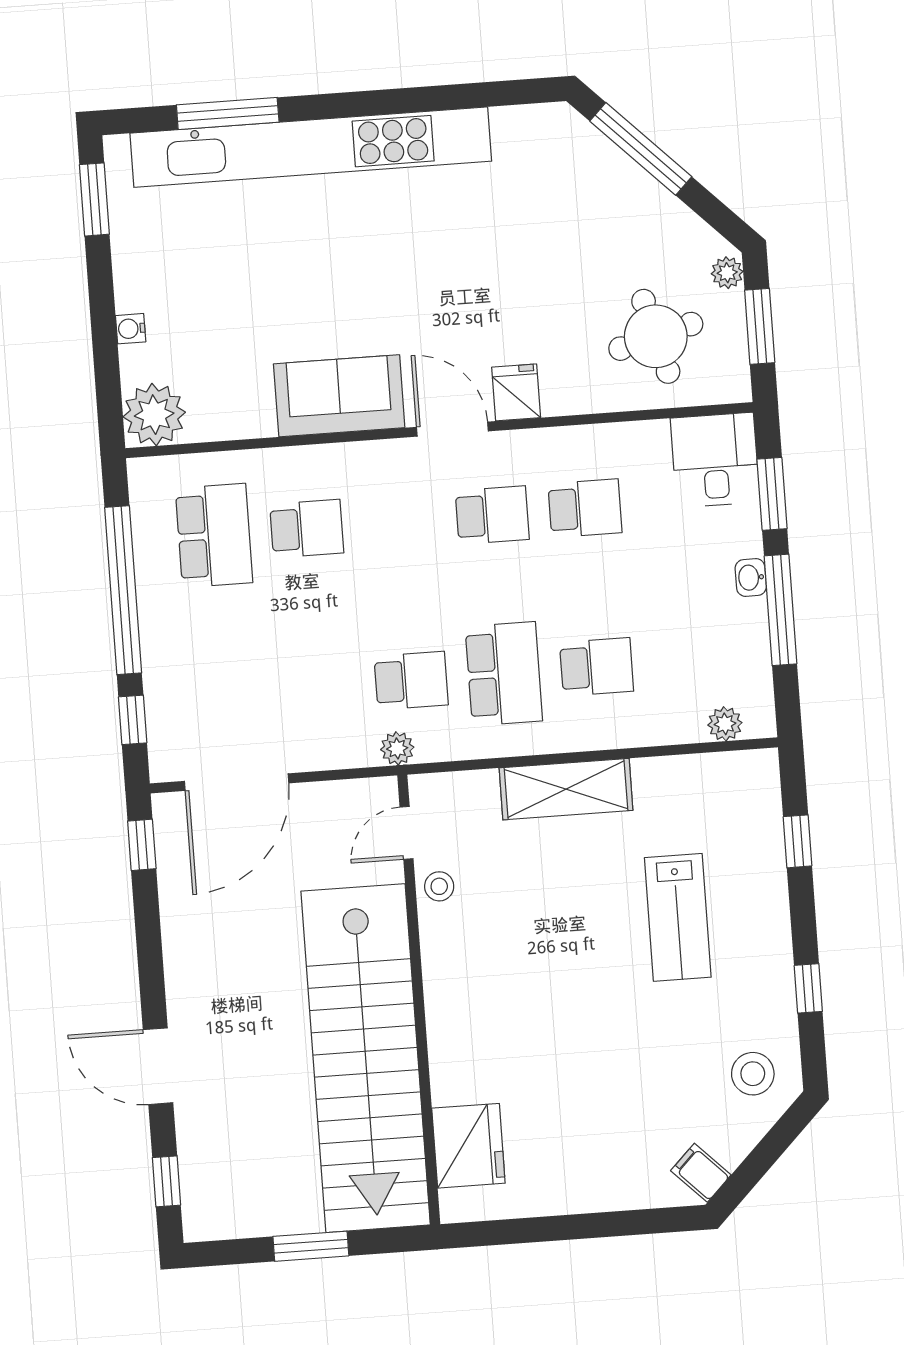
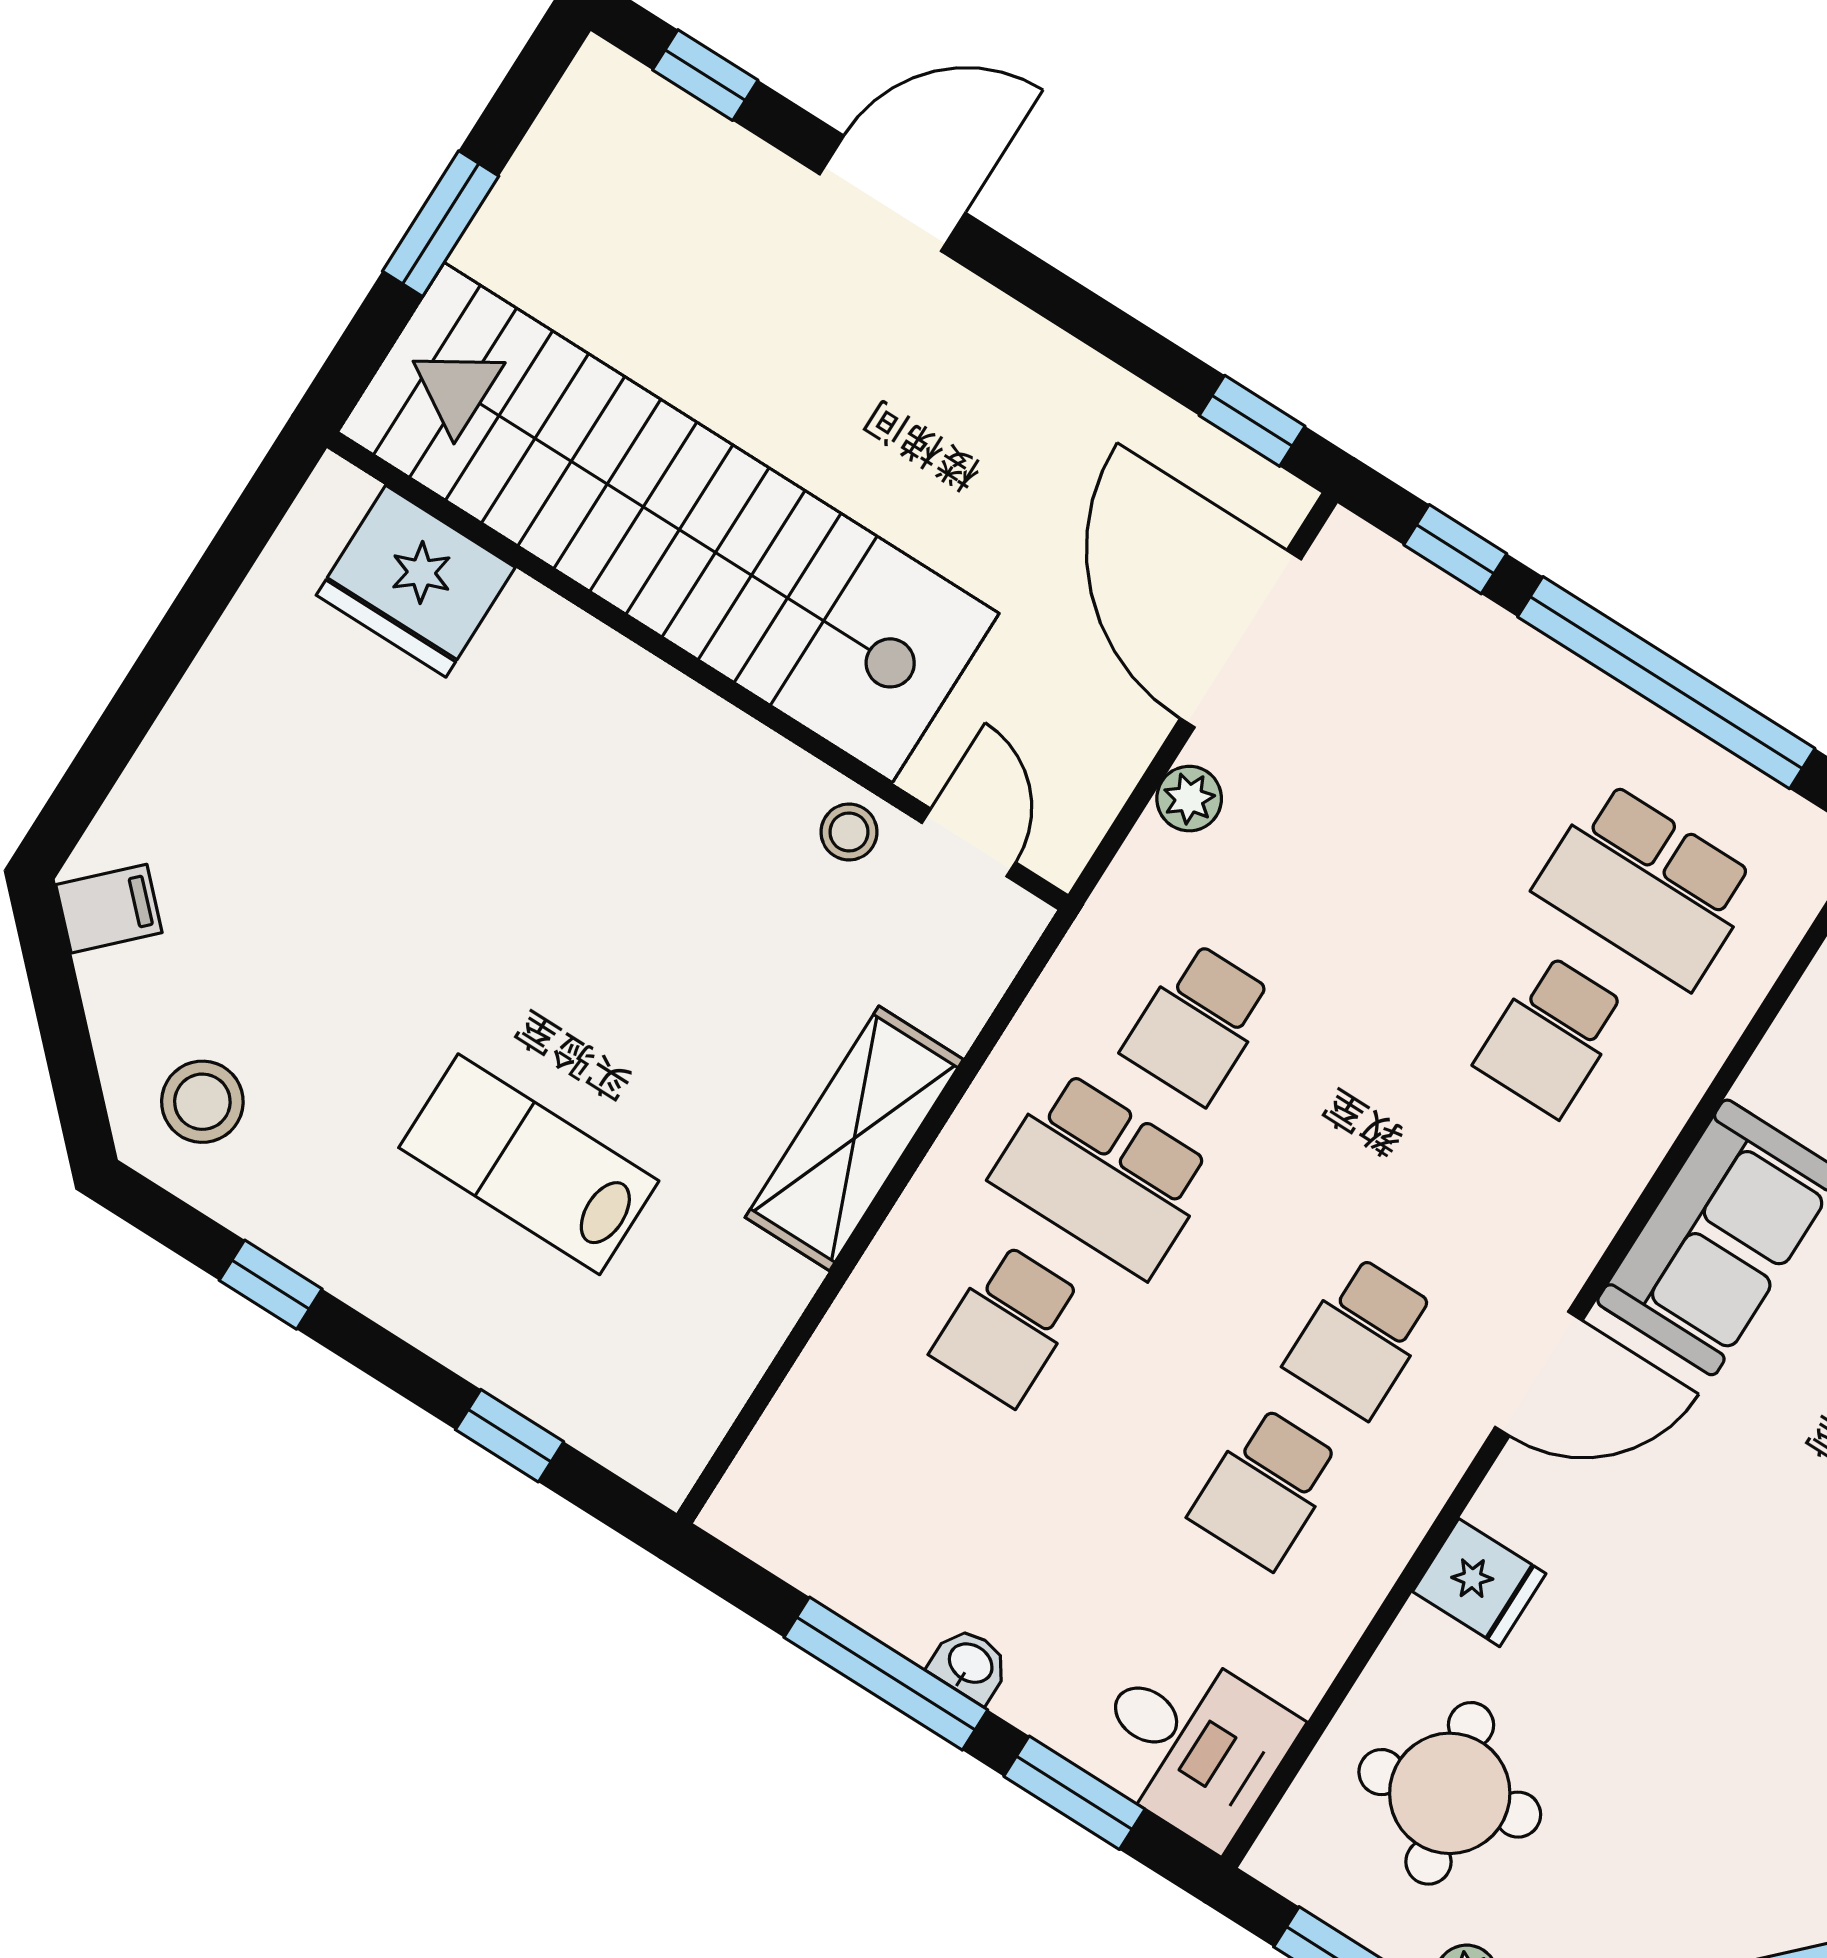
fridge: (516, 392) -> (1479, 1583), moved
plant: (725, 724) -> (773, 1458), removed
plant: (397, 748) -> (1189, 799), moved

